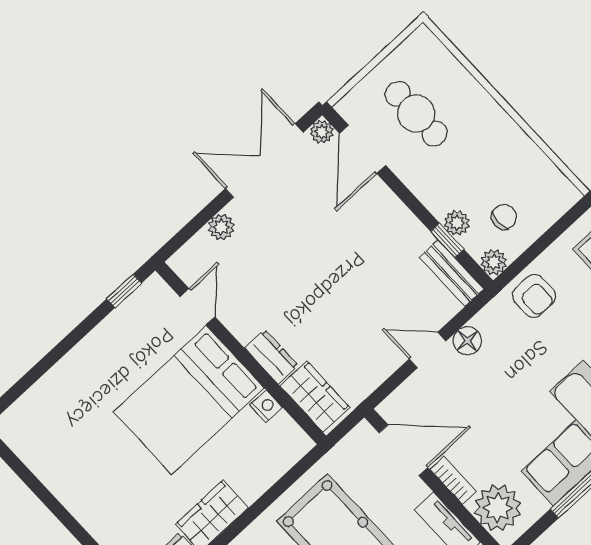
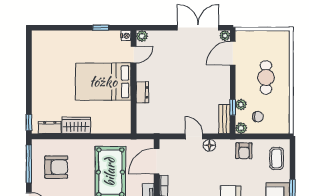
cafe table: (416, 114) -> (266, 77), moved
plant: (221, 227) -> (142, 36), moved
window: (124, 291) -> (101, 28), moved
wardrobe: (315, 397) -> (144, 118), removed
nightstand: (266, 406) -> (126, 36), moved
door: (403, 450) -> (157, 161), swing flipped

